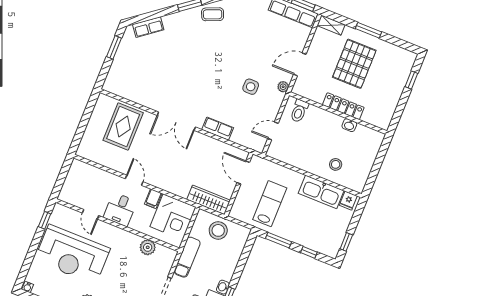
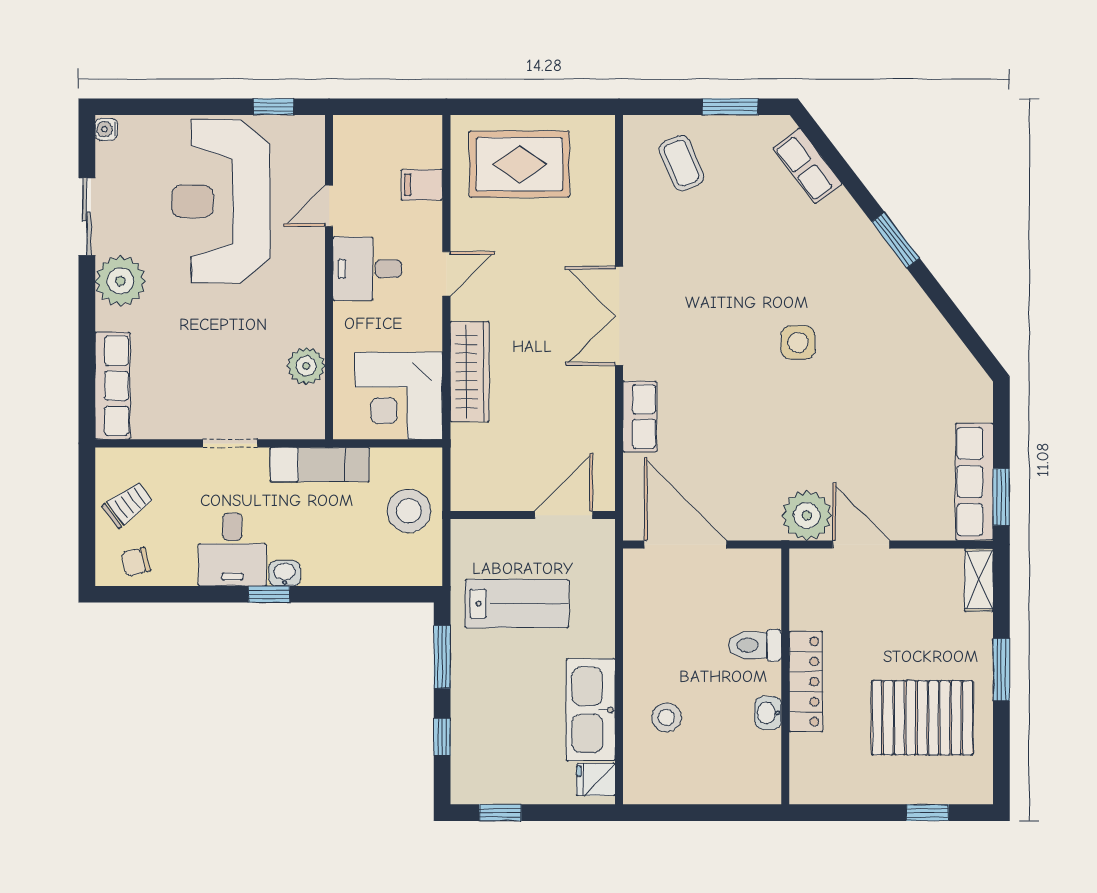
coffee table: (213, 14) -> (681, 163), moved
pallet: (354, 64) -> (922, 718), moved
side table: (251, 87) -> (798, 343), moved
plant: (283, 87) -> (807, 515), width x1.87, depth x1.87
toilet: (299, 111) -> (755, 645), moved
rug: (123, 126) -> (519, 164), moved
door: (273, 131) -> (686, 544), width x1.87
filing cabinet: (153, 199) -> (422, 185), moved
wardrobe: (209, 200) -> (470, 372), moved

